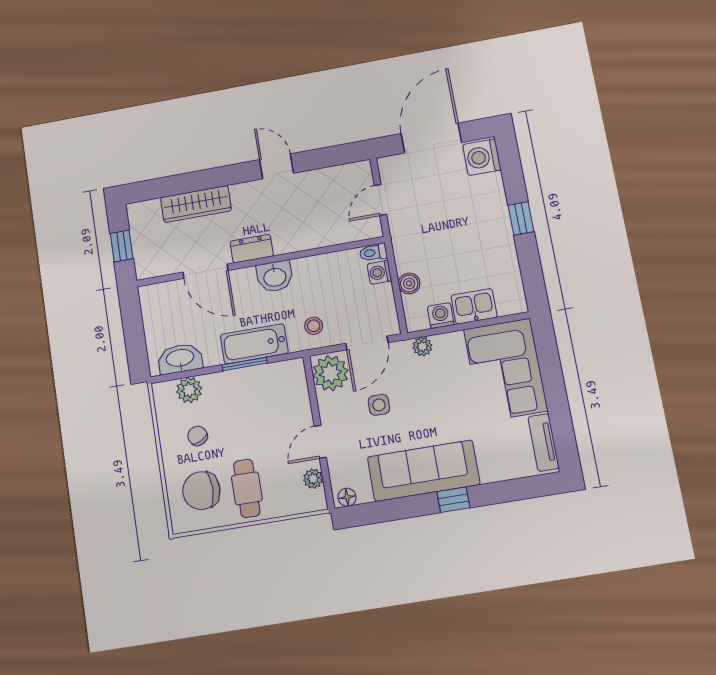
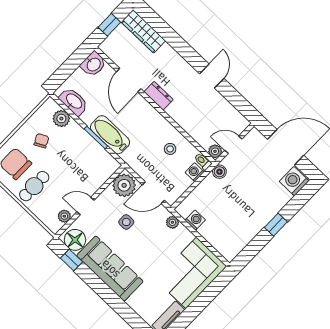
wardrobe: (196, 204) -> (143, 31), moved
plant: (372, 228) -> (215, 151), added
washbasin: (275, 276) -> (93, 64), moved, turned -90
boiler: (409, 283) -> (219, 172), moved
kitchen sink: (474, 306) -> (212, 234), removed
stool: (314, 326) -> (170, 149), moved
floor lamp: (347, 497) -> (75, 240), width x1.89, depth x1.89
window: (453, 500) -> (71, 260), moved

